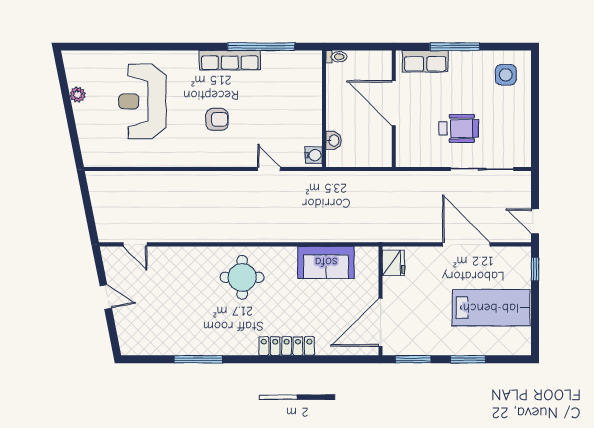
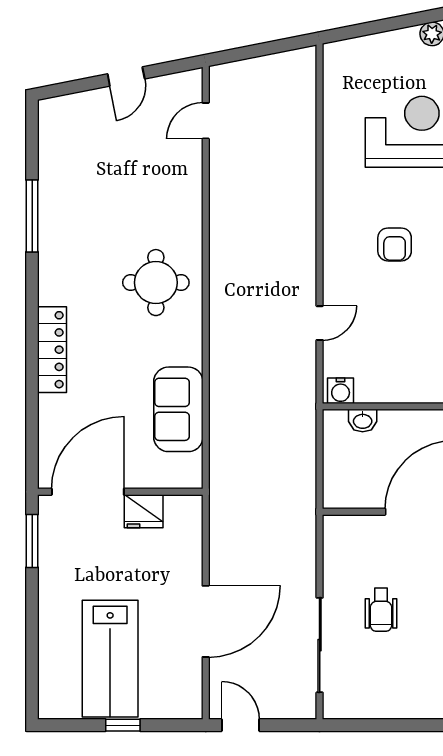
wheelchair: (459, 128) -> (381, 610), width x0.73, depth x0.73
door: (535, 221) -> (241, 725), hinge flipped
fridge: (393, 263) -> (144, 511), moved
window: (535, 269) -> (123, 725), moved
door: (381, 322) -> (88, 492), hinge flipped
window: (468, 359) -> (32, 624), removed

